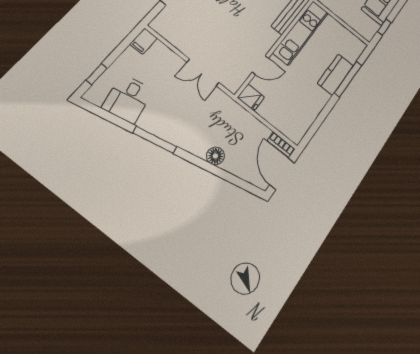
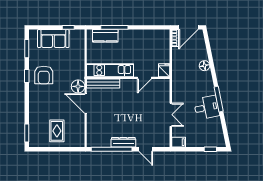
door: (260, 65) -> (144, 78), swing flipped
double door: (203, 72) -> (171, 115), moved
kitchen counter: (335, 75) -> (105, 36), moved
desk: (128, 99) -> (207, 108), moved

